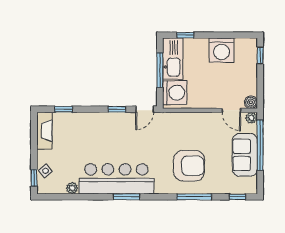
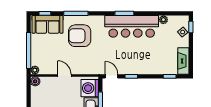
door: (145, 109) -> (111, 76), hinge flipped
door: (231, 110) -> (64, 75), moved
sofa: (245, 155) -> (47, 24), moved, turned 90

